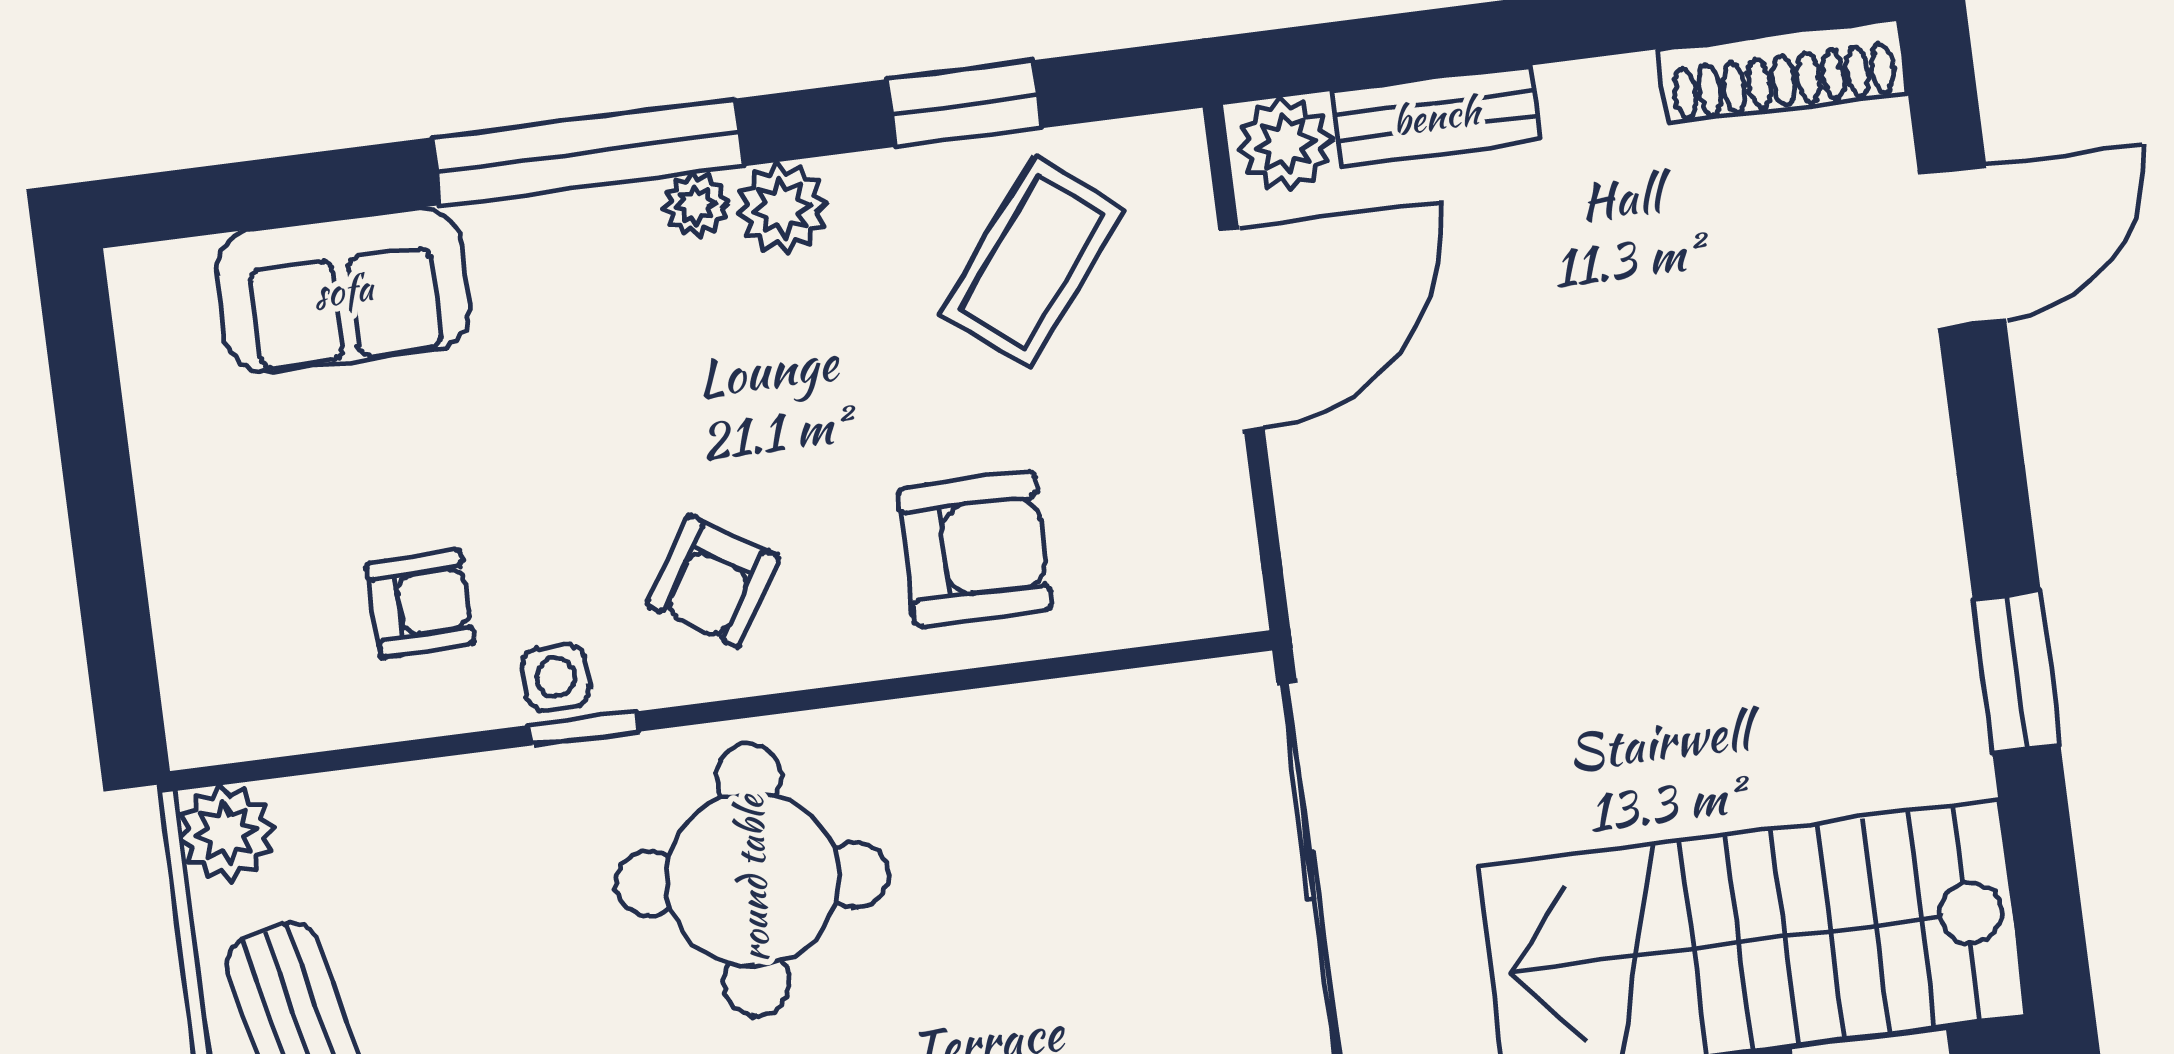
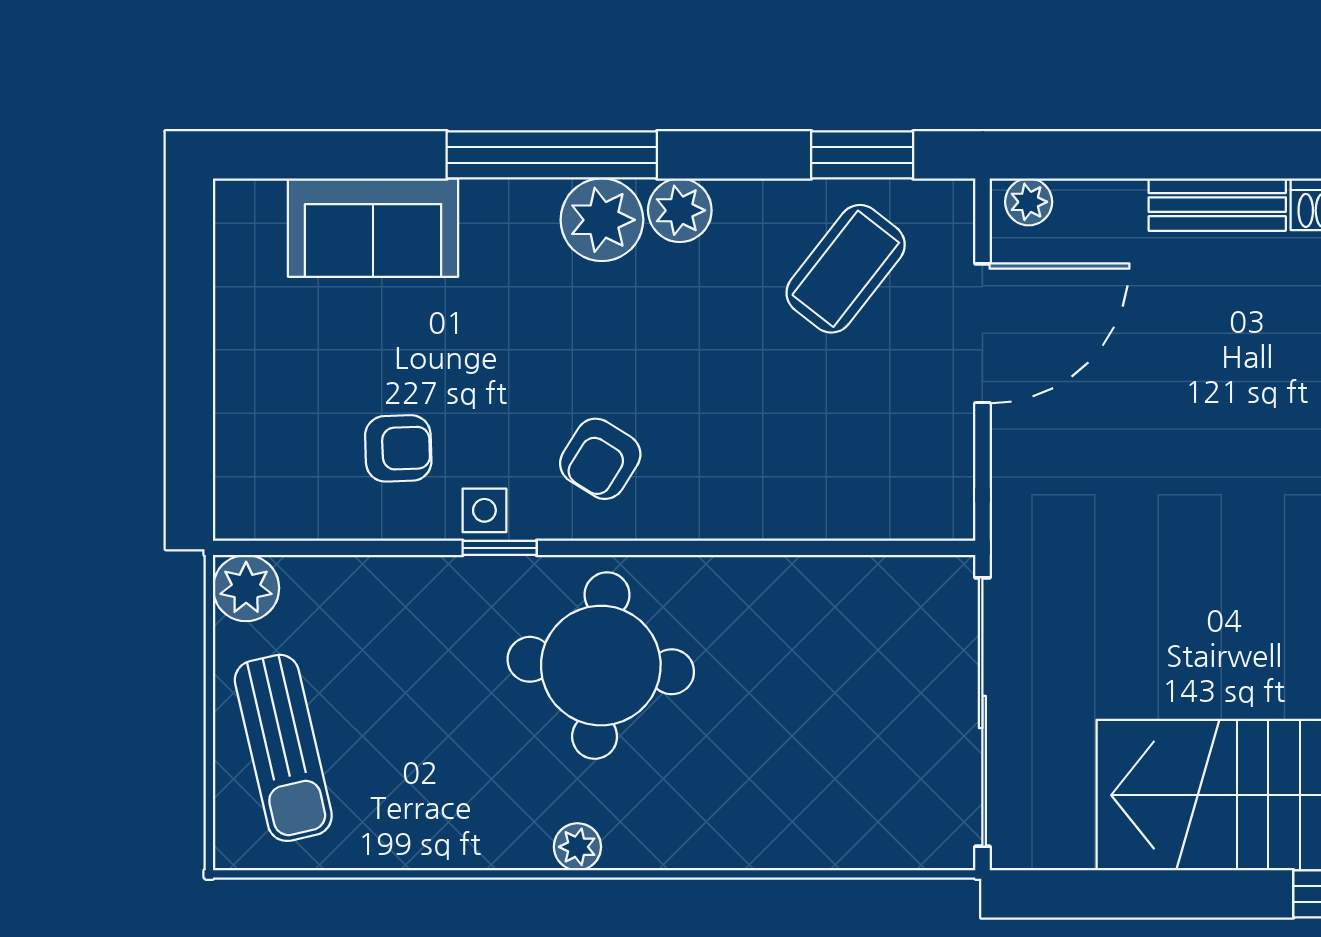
window: (964, 104) -> (862, 155), moved
bench: (1436, 116) -> (1217, 205), moved
plant: (1285, 144) -> (1029, 202), width x0.73, depth x0.73
plant: (696, 205) -> (602, 220), width x1.88, depth x1.88
armchair: (975, 549) -> (781, 460), removed

